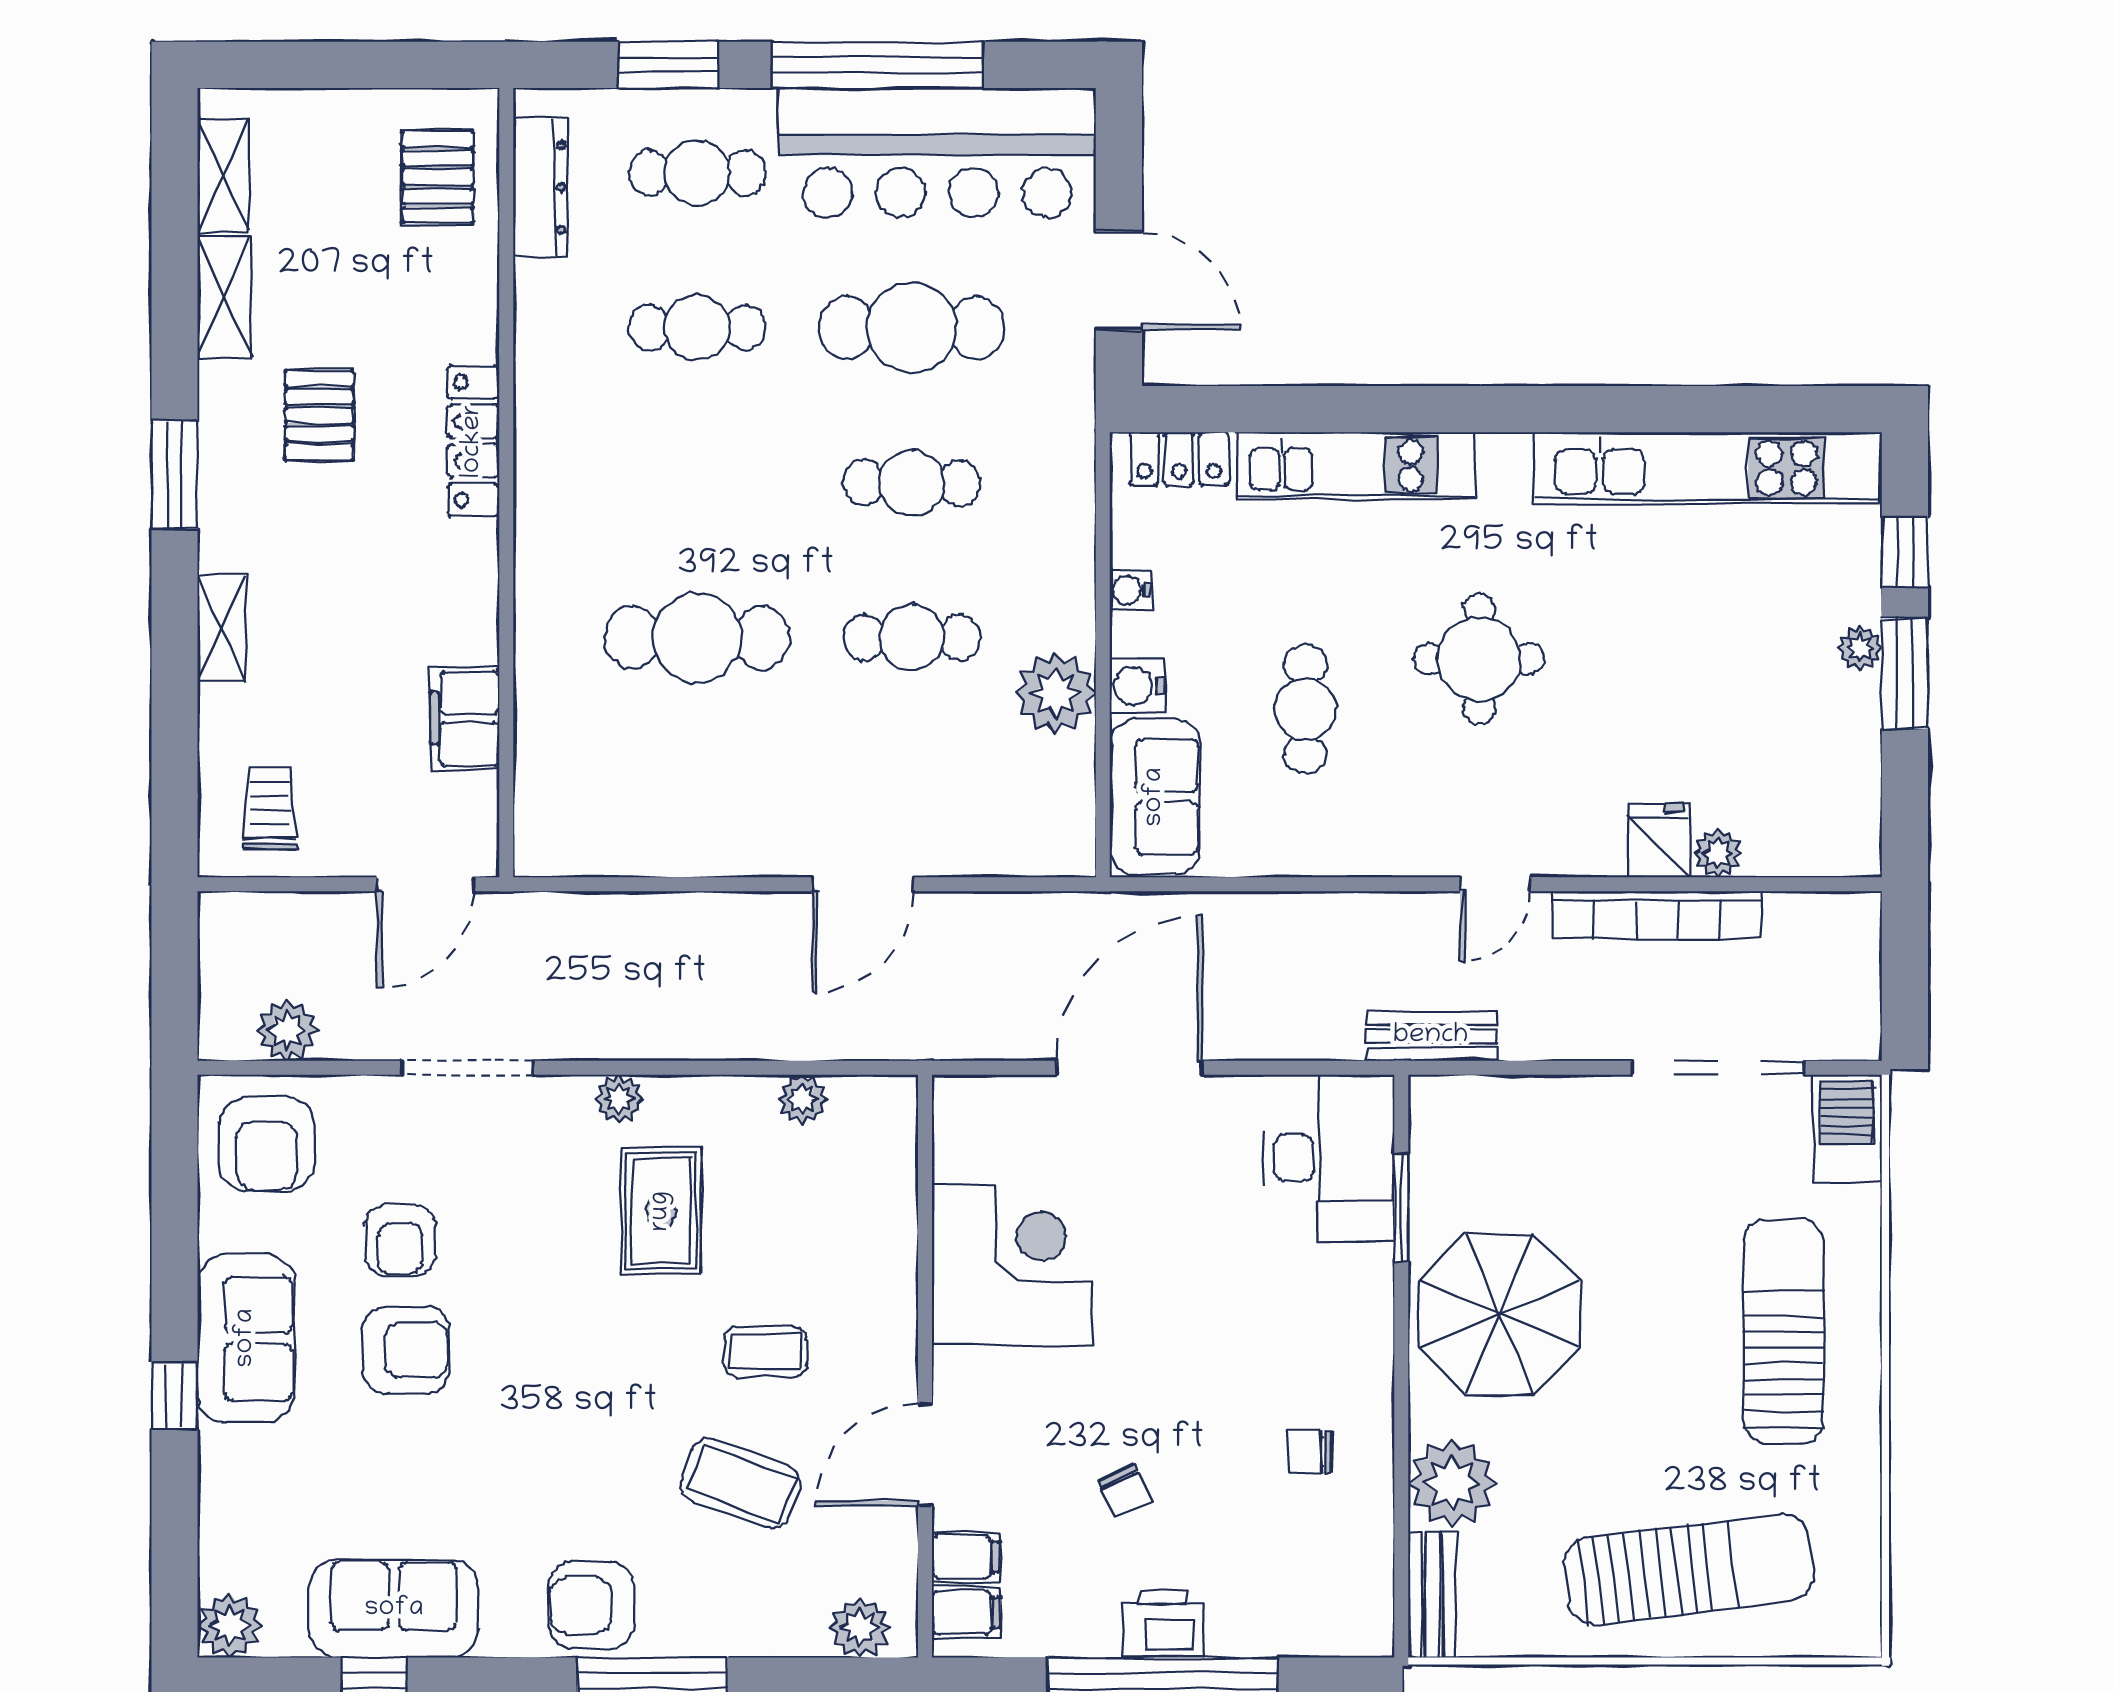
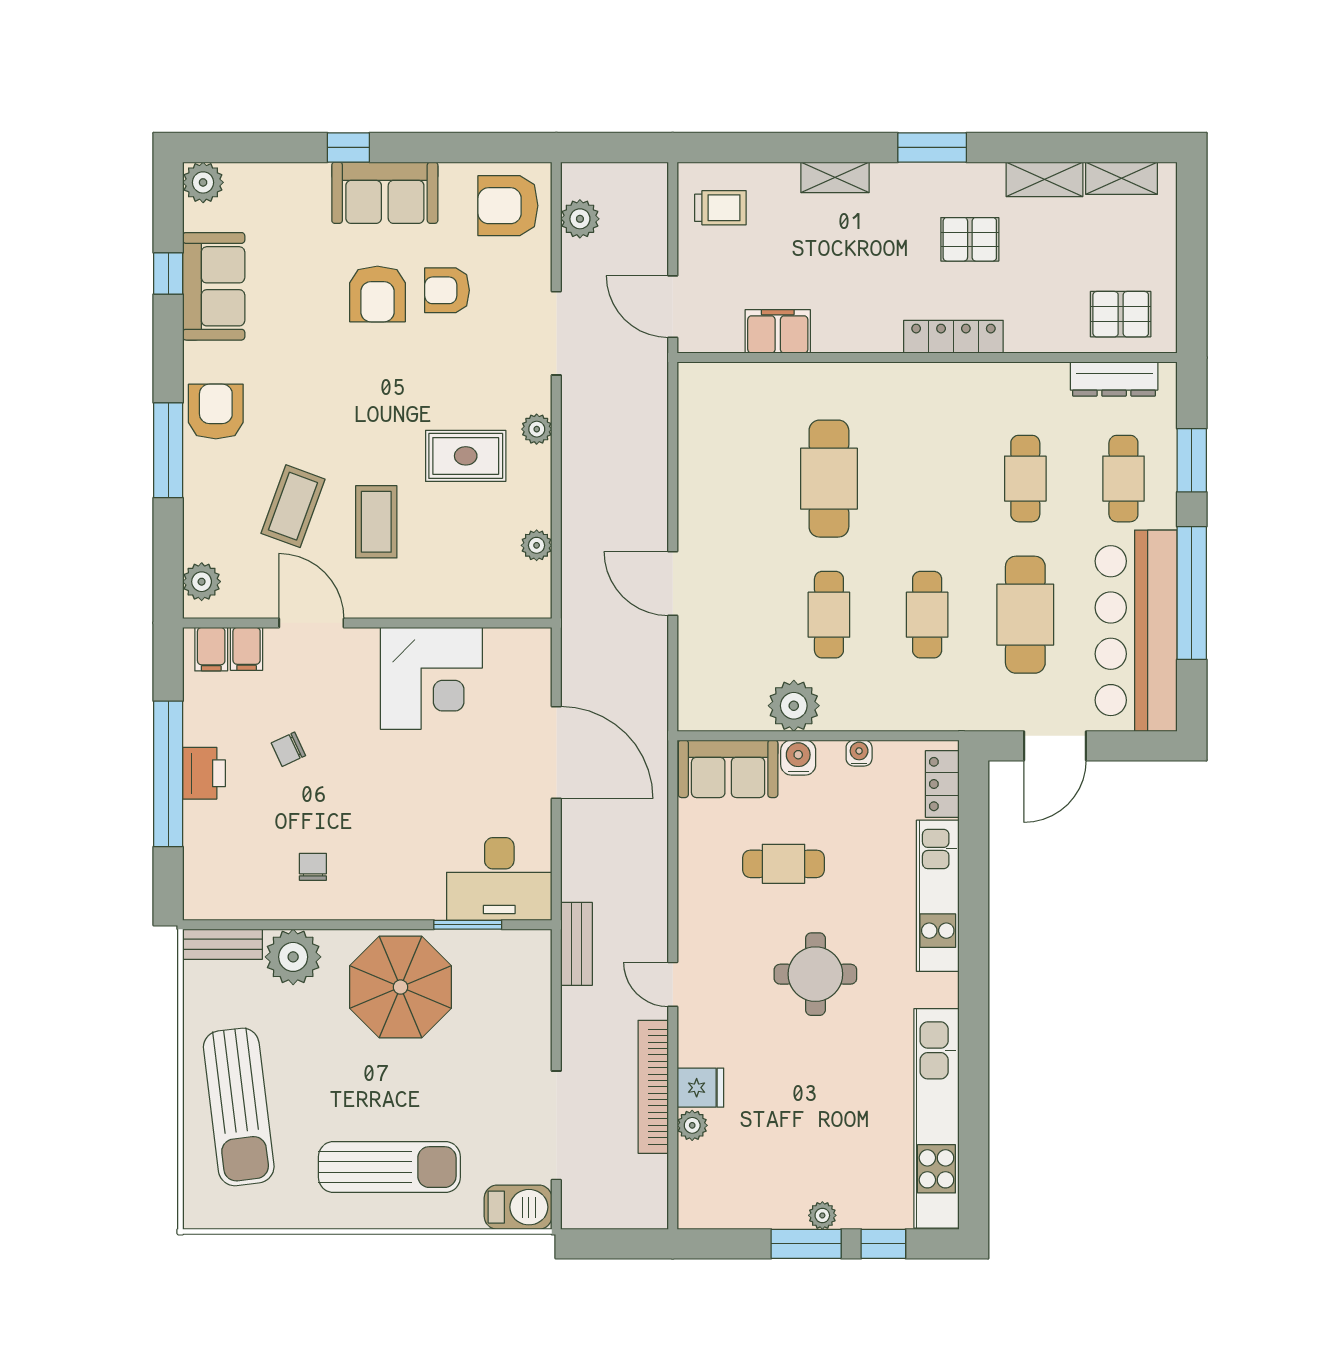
coffee table: (765, 1352) -> (376, 522), width x1.36, depth x1.30

